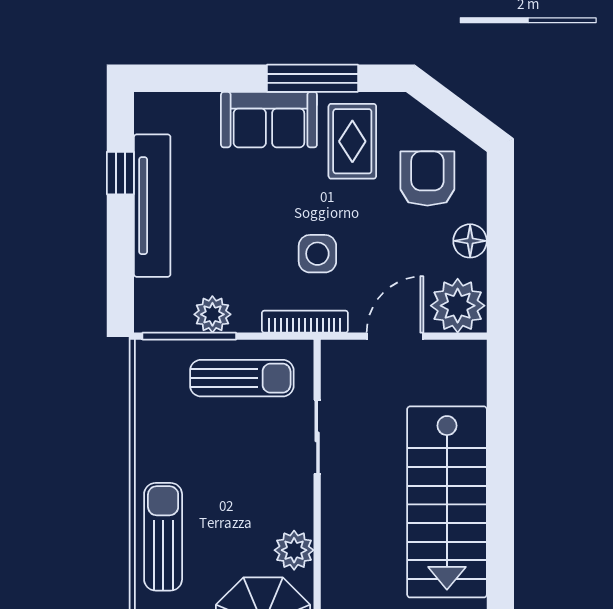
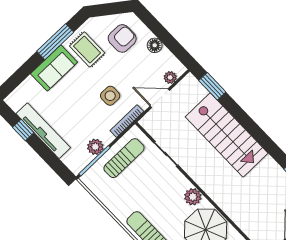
armchair: (427, 178) -> (122, 38), turned 90
plant: (458, 306) -> (170, 77), width x0.53, depth x0.53
door: (395, 336) -> (160, 98), hinge flipped
window: (500, 399) -> (212, 86), added

